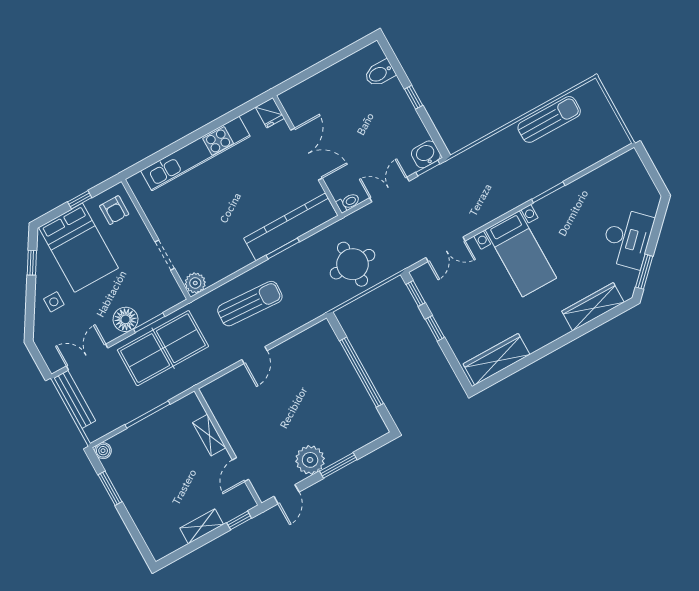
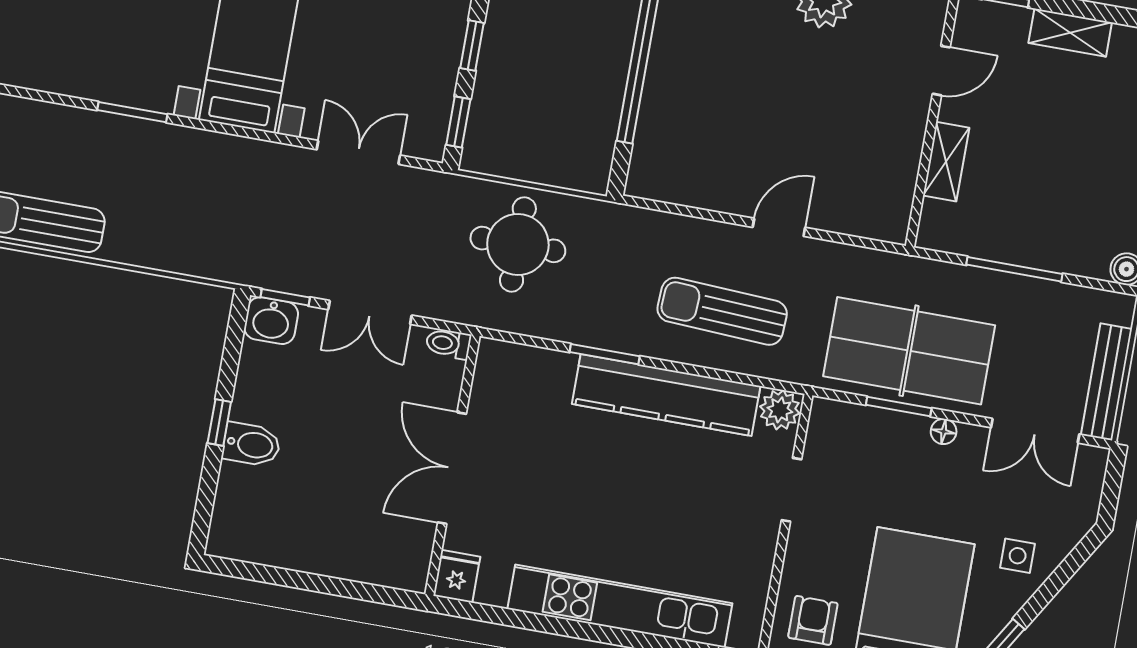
bidet: (380, 73) -> (251, 444), moved
kitchen counter: (291, 227) -> (666, 395), moved
floor lamp: (126, 319) -> (944, 431), width x0.53, depth x0.53

